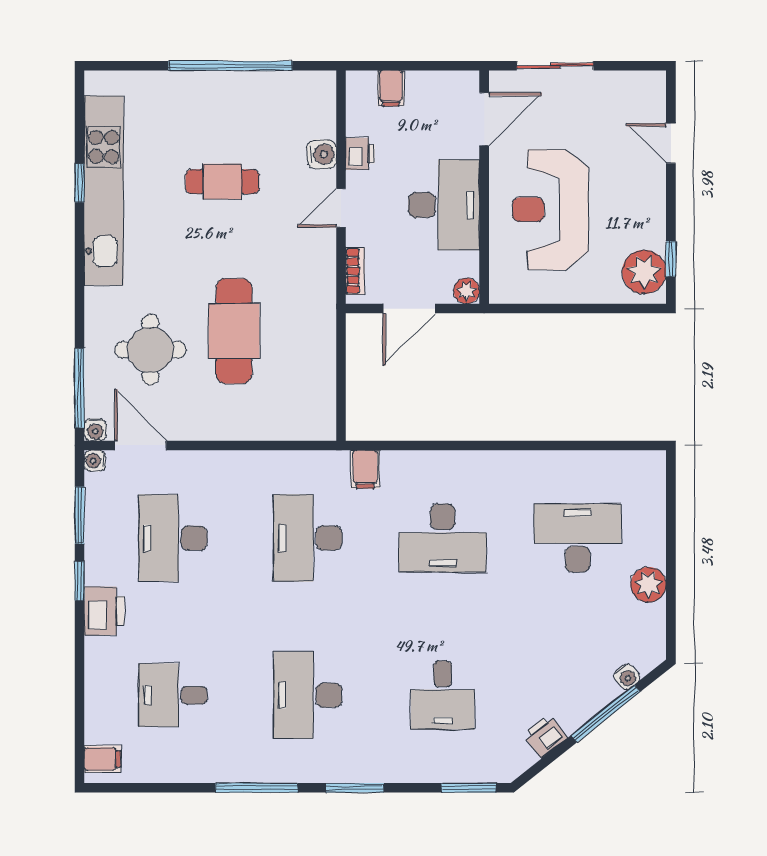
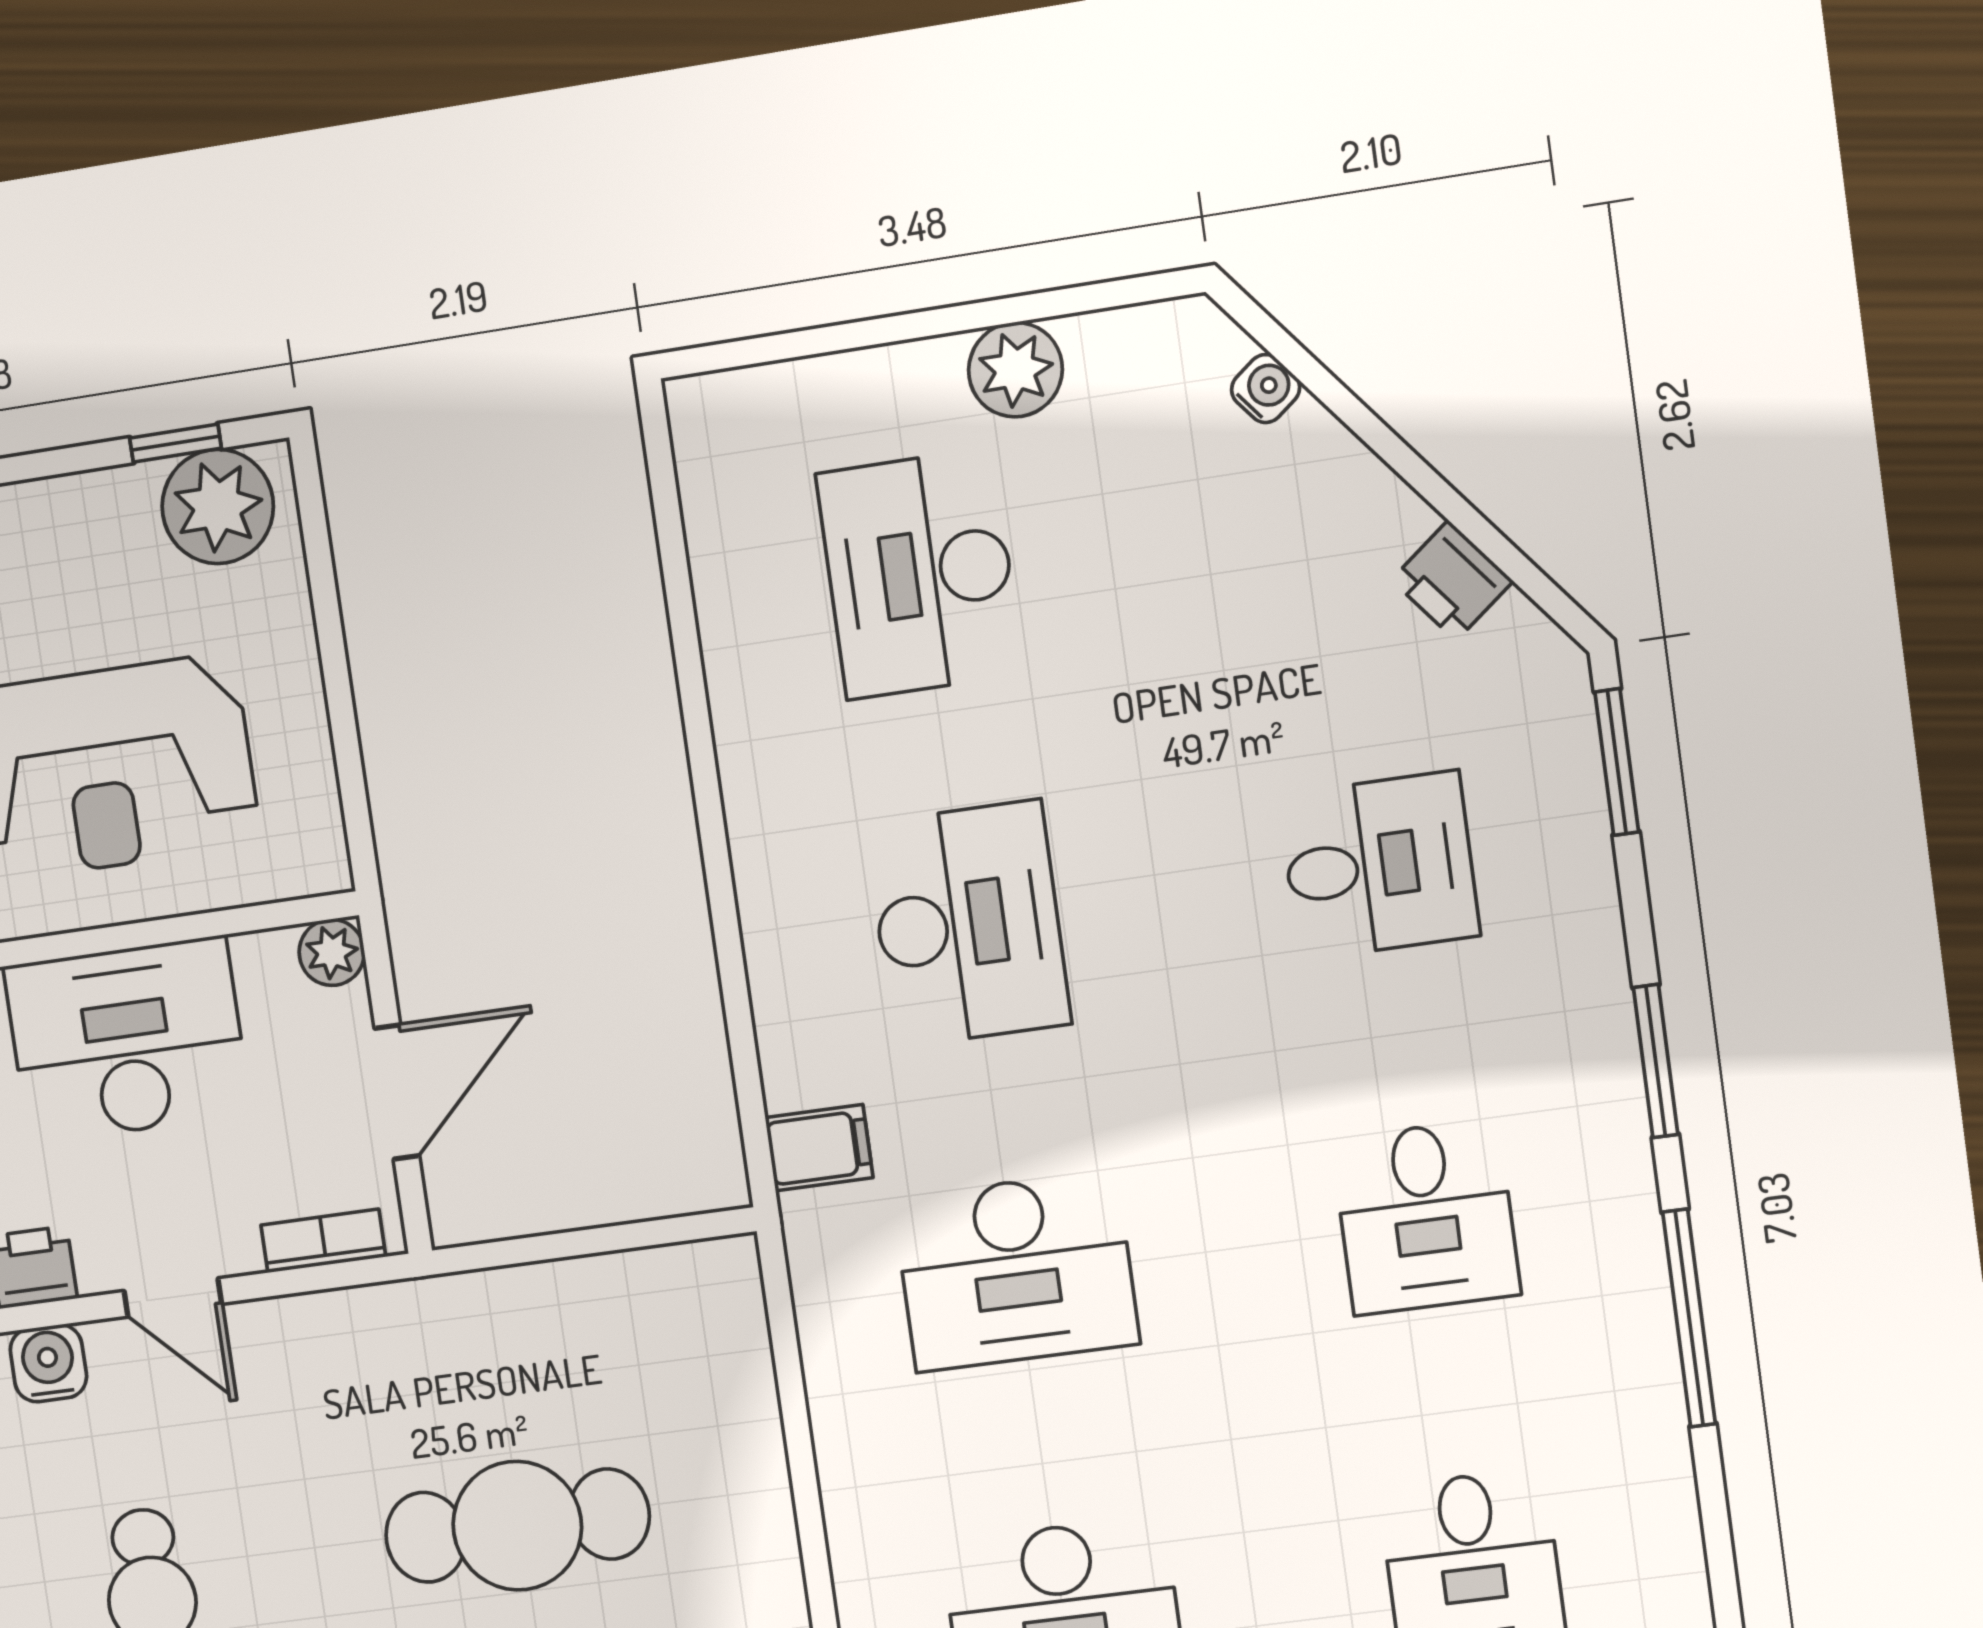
door: (409, 309) -> (397, 1092), hinge flipped
desk: (308, 695) -> (1426, 1217), width x0.73
window: (606, 713) -> (1371, 429), removed

